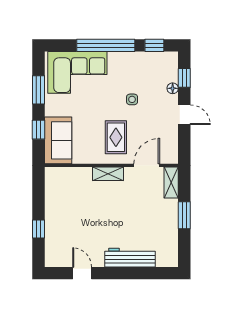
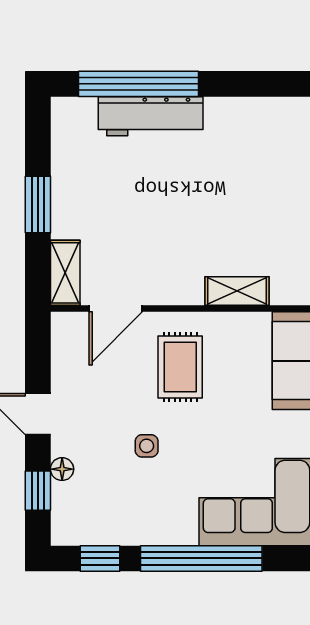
shelving: (108, 174) -> (237, 291), moved
door: (82, 273) -> (251, 84), removed
window: (136, 273) -> (138, 84), added

